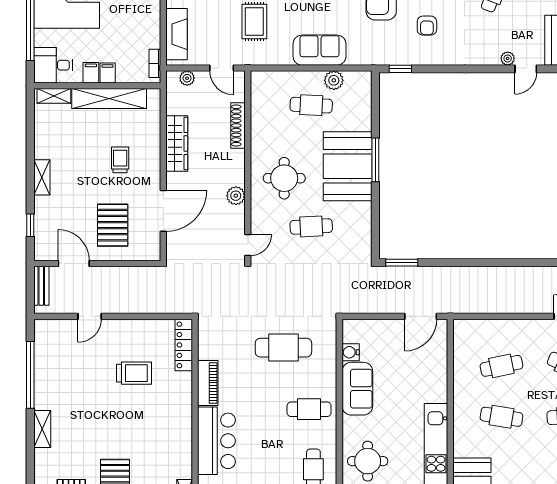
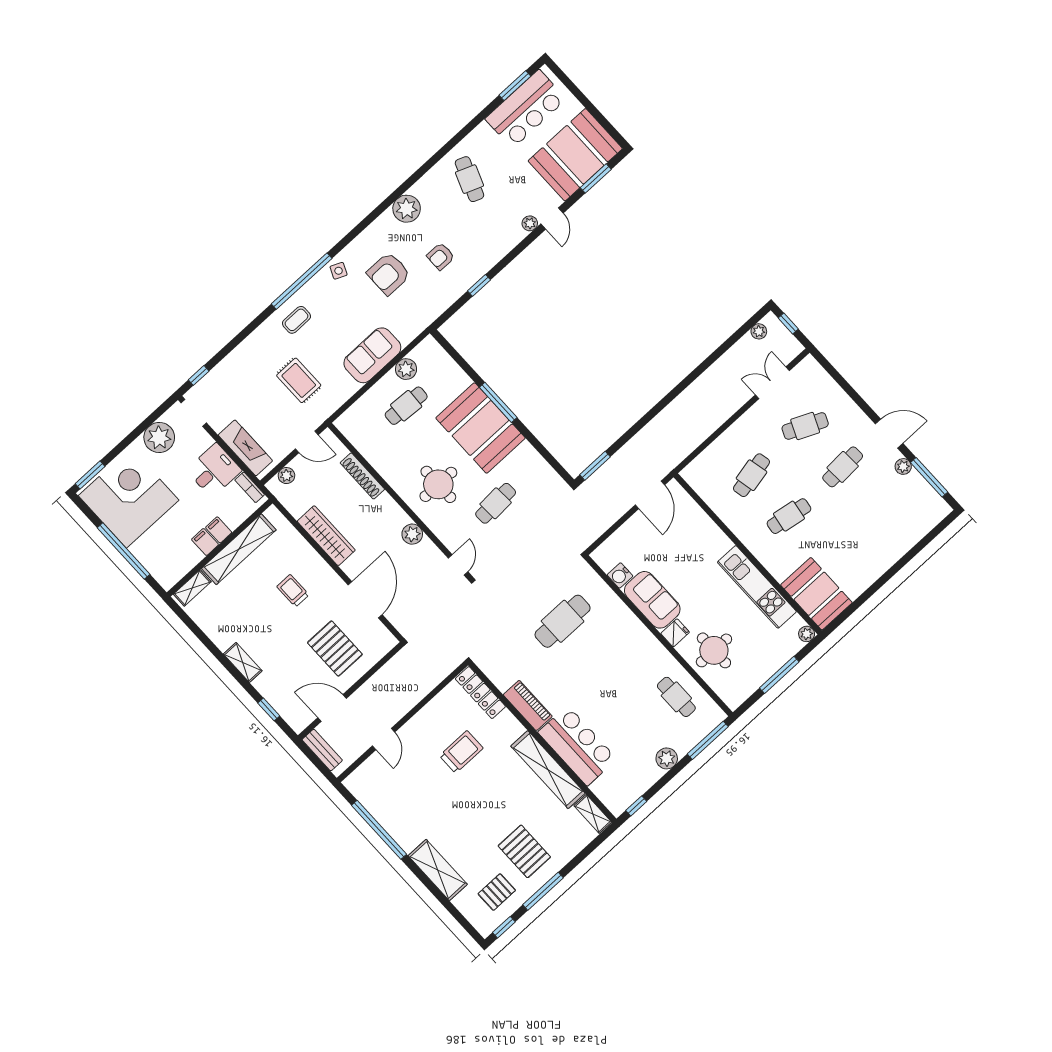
armchair: (427, 26) -> (441, 256), turned 90
desk: (53, 65) -> (214, 470), moved, turned 180
window: (400, 69) -> (479, 285), moved
cafe table: (309, 409) -> (629, 652), removed
fridge: (352, 425) -> (675, 633), added
shelving: (42, 429) -> (438, 870), width x1.50, depth x1.33
shelving: (182, 439) -> (548, 770), added

